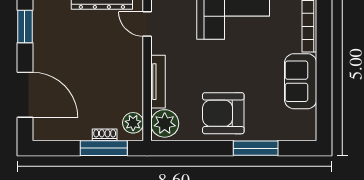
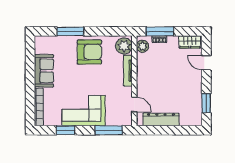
door: (25, 95) -> (206, 63), width x0.53
wardrobe: (53, 130) -> (190, 42), added

